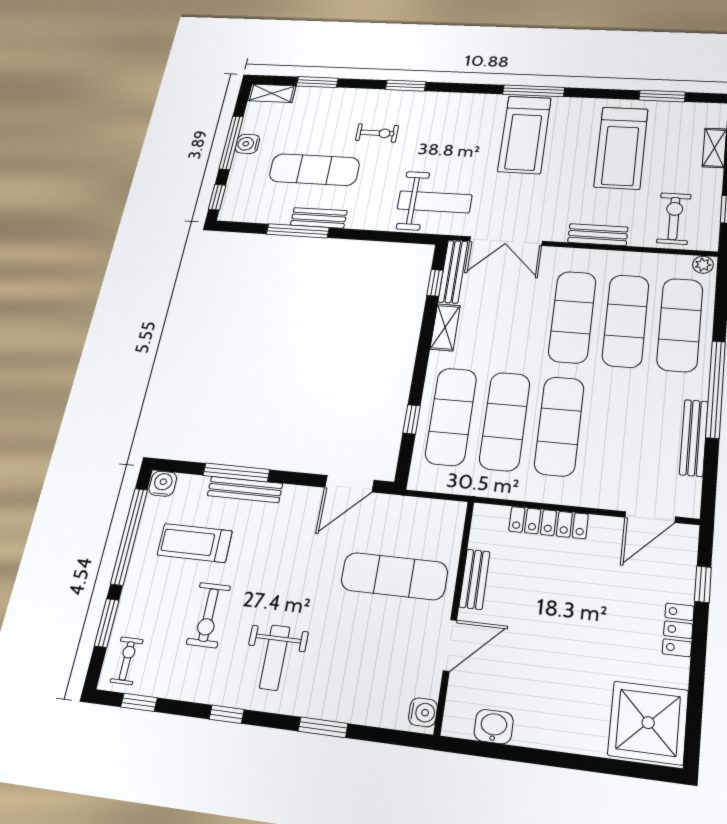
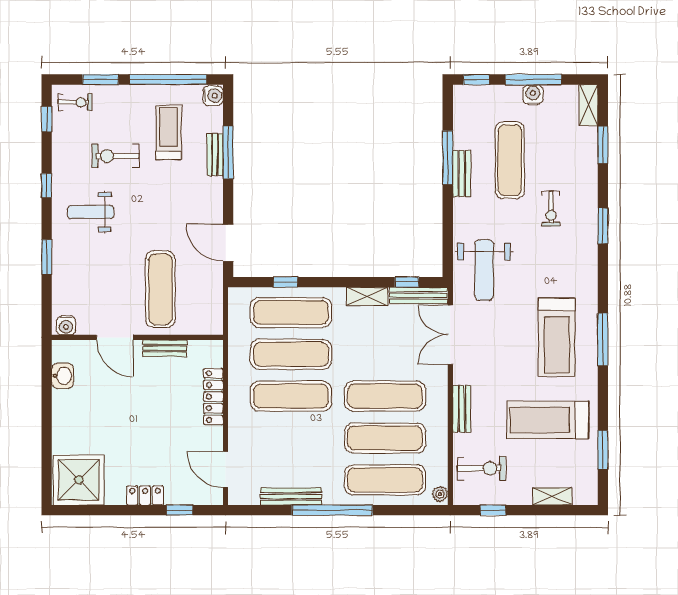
treadmill: (524, 135) -> (557, 337), turned -90
bench: (245, 490) -> (215, 155), width x0.73

